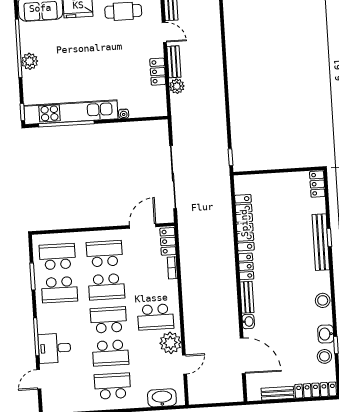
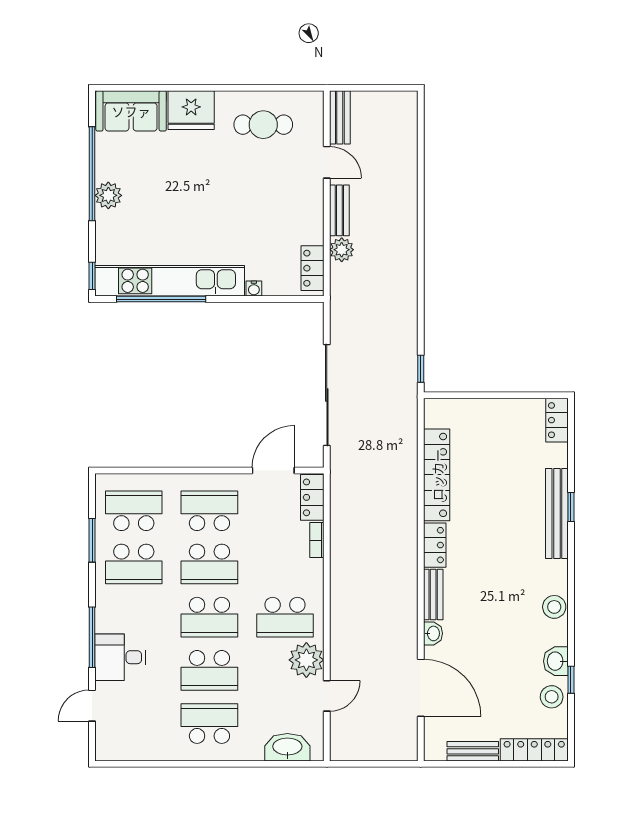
locker: (158, 72) -> (313, 268), moved
school desk: (108, 320) -> (209, 617), turned 180

